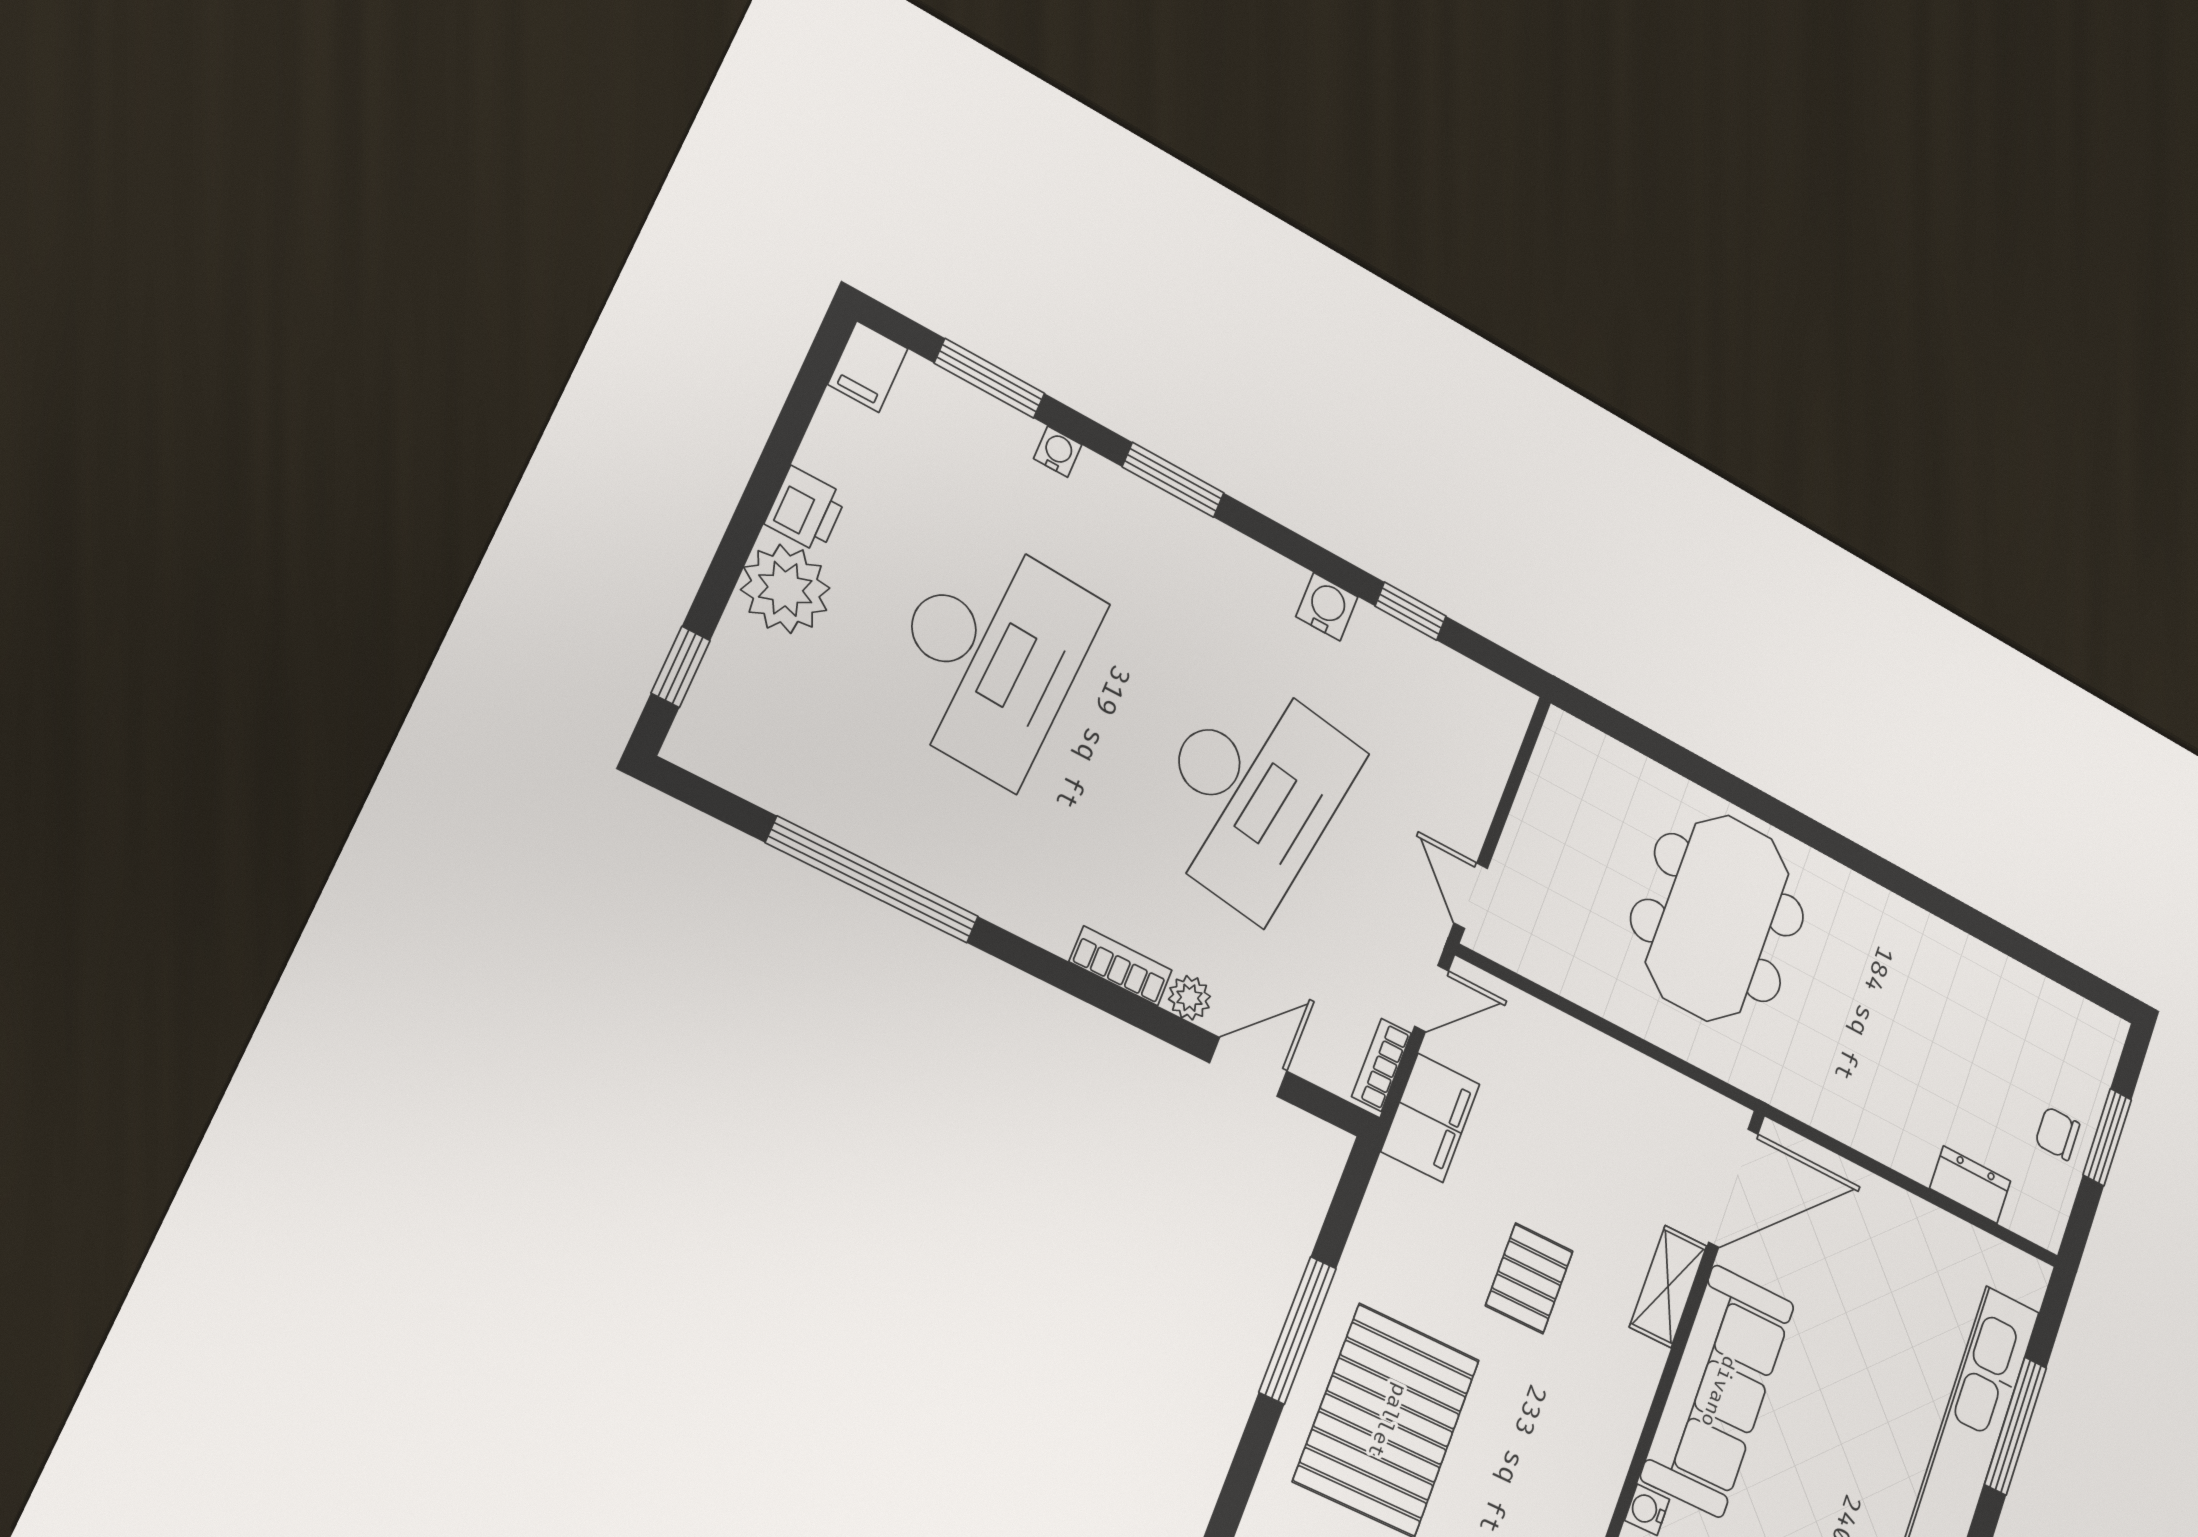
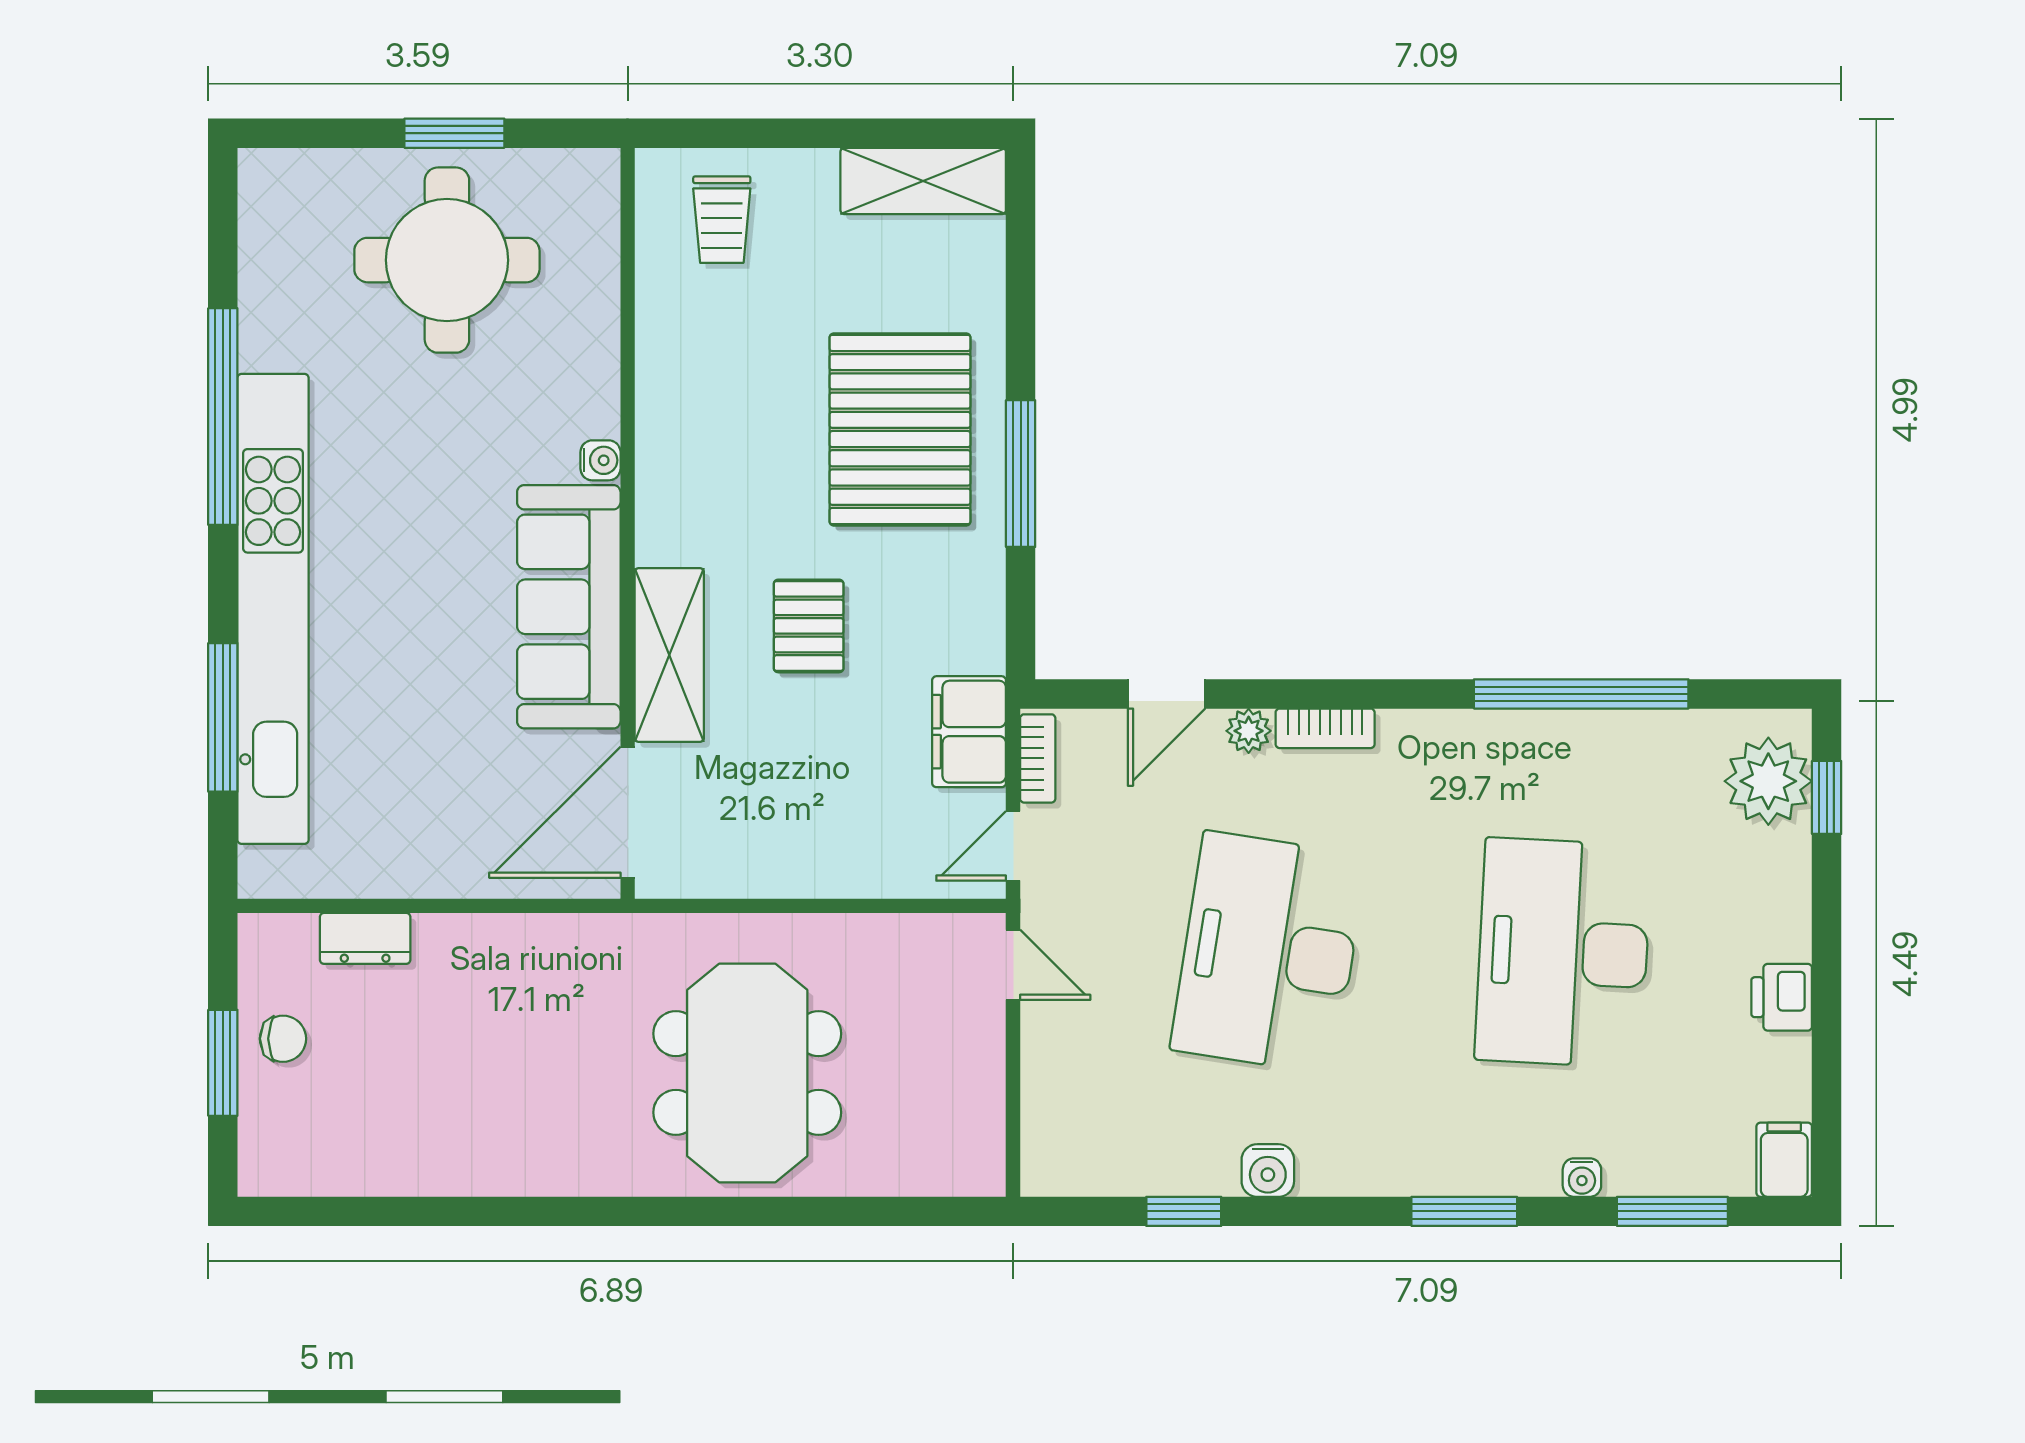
plant: (785, 589) -> (1768, 781), moved
shelving: (1668, 1286) -> (669, 655), width x1.50, depth x1.33

